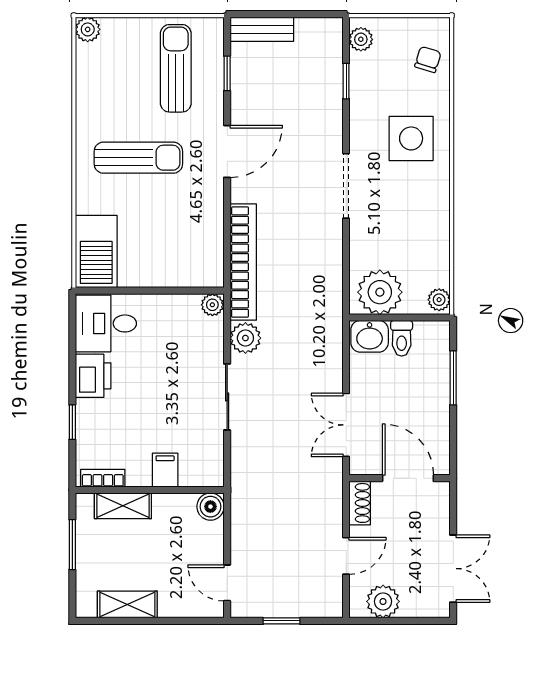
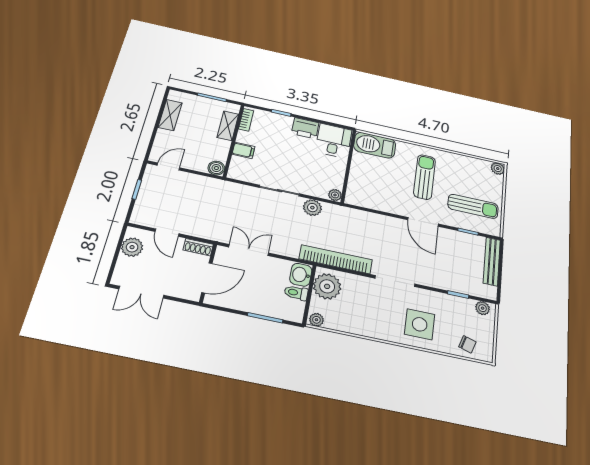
bench: (262, 29) -> (492, 261), width x1.36
sun lounger: (138, 158) -> (425, 177), turned 180
bookcase: (243, 262) -> (336, 259), moved, turned 180

